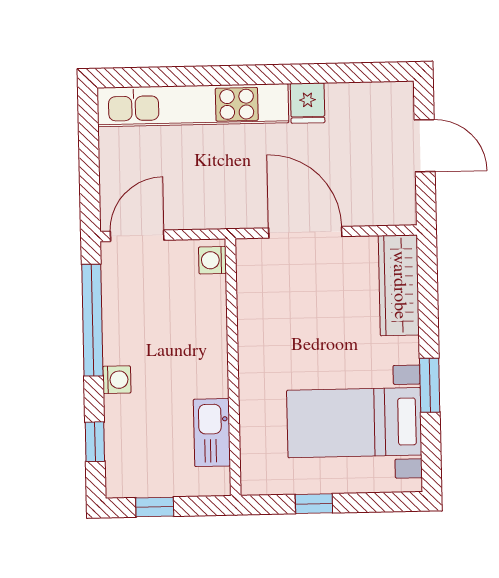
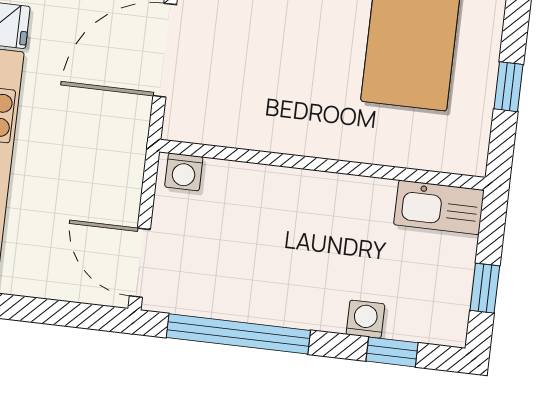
washing machine: (117, 380) -> (365, 319), moved
kitchen sink: (212, 433) -> (439, 207), moved

